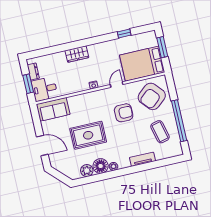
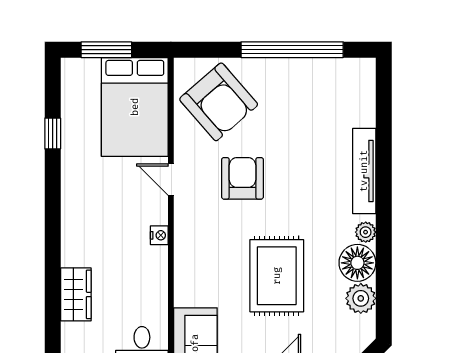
wardrobe: (77, 54) -> (76, 294), moved
coffee table: (160, 132) -> (308, 101), removed
tv unit: (142, 159) -> (364, 171), width x1.41

